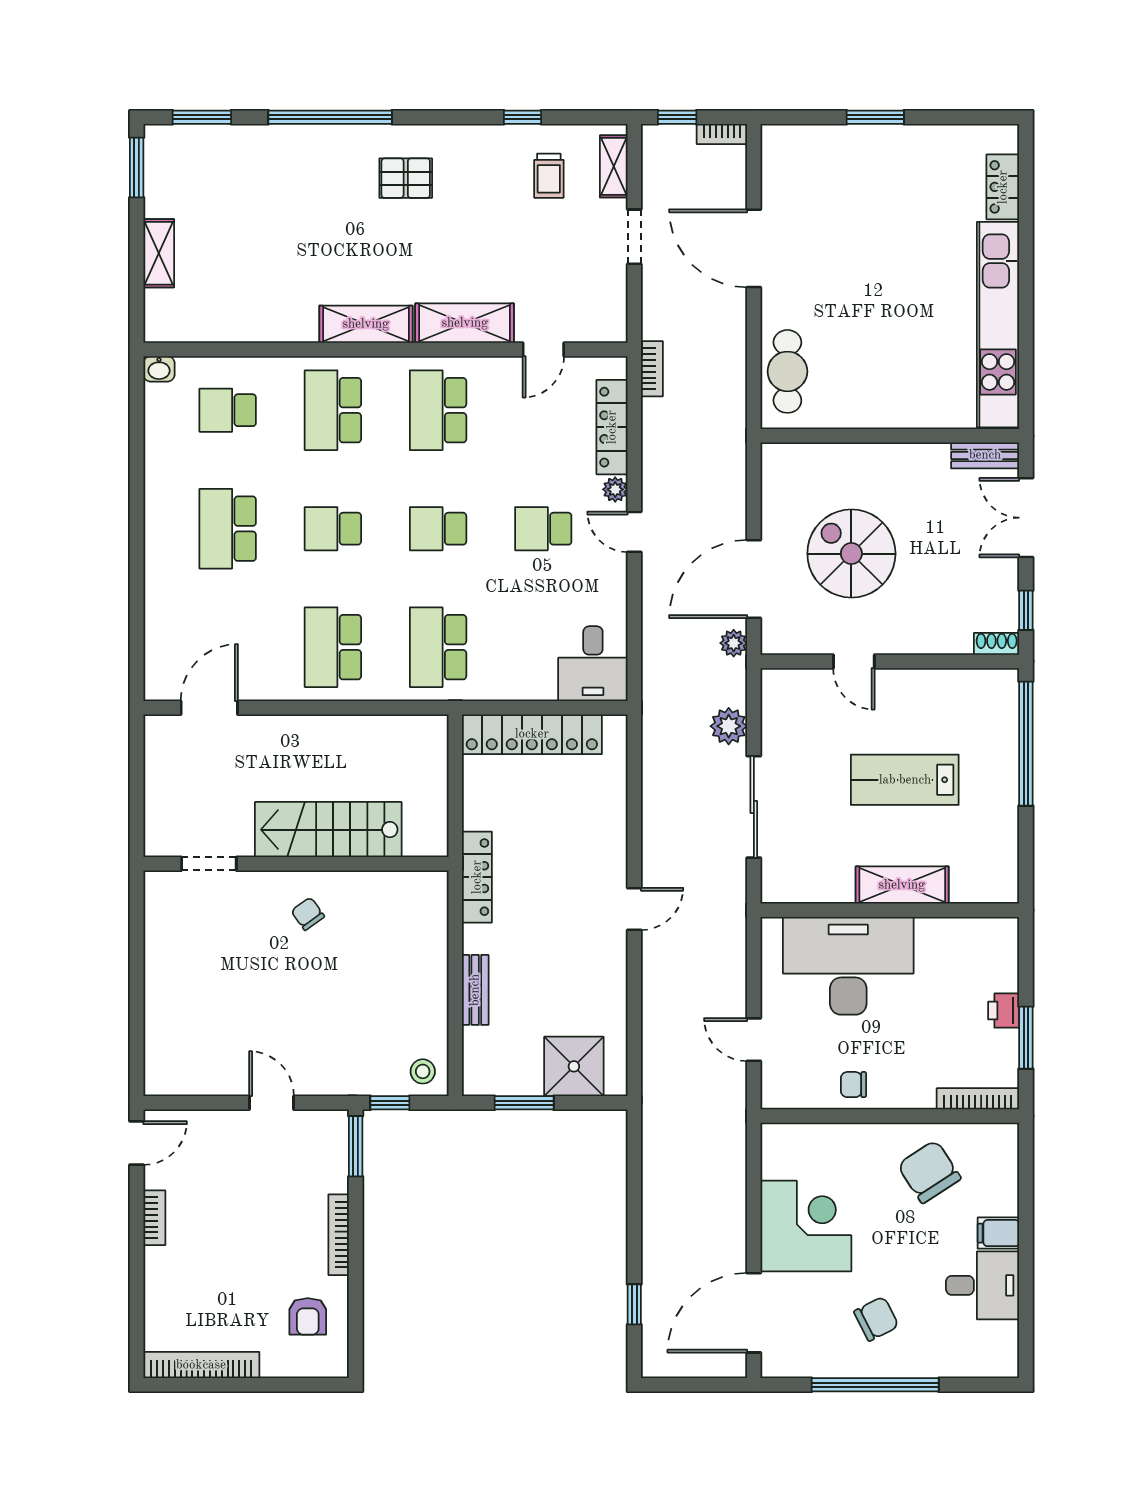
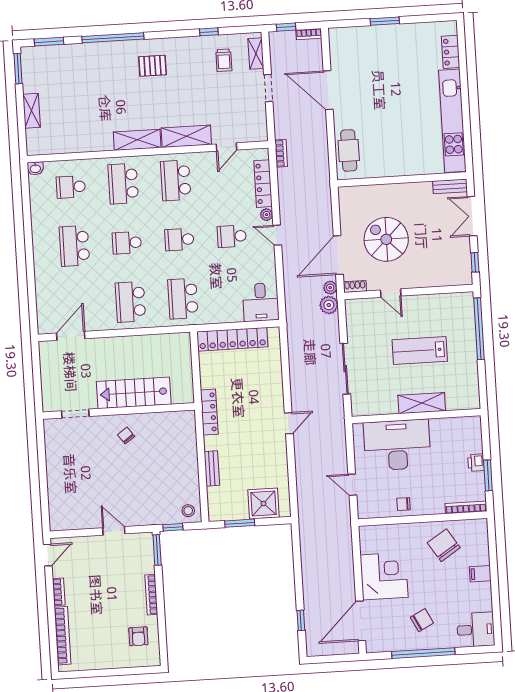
shoe rack: (997, 644) -> (355, 286), moved
plant: (729, 726) -> (329, 305), moved
desk: (983, 1285) -> (476, 630), moved
bookcase: (201, 1365) -> (63, 636), moved, turned 90

